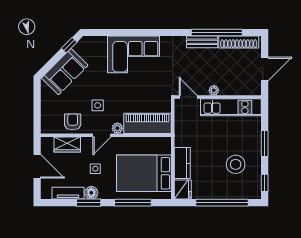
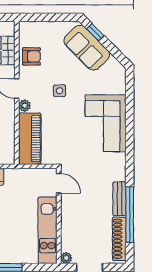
window: (69, 45) -> (95, 32), moved
plant: (214, 90) -> (66, 258), moved
door: (188, 97) -> (59, 183), hinge flipped
side table: (98, 105) -> (59, 91), moved

